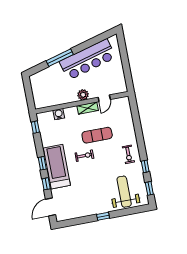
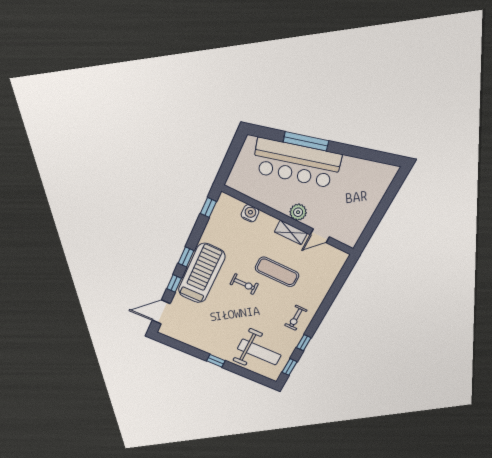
bar counter: (88, 59) -> (297, 163), moved
weight bench: (124, 192) -> (259, 352), turned 90

